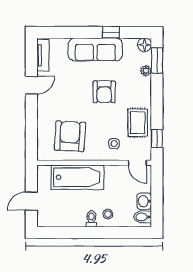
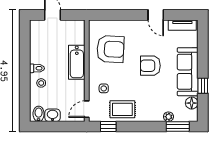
floor lamp: (145, 45) -> (192, 103), moved
armchair: (104, 92) -> (150, 66), moved
bathtub: (78, 177) -> (77, 62), width x0.73, depth x0.73

